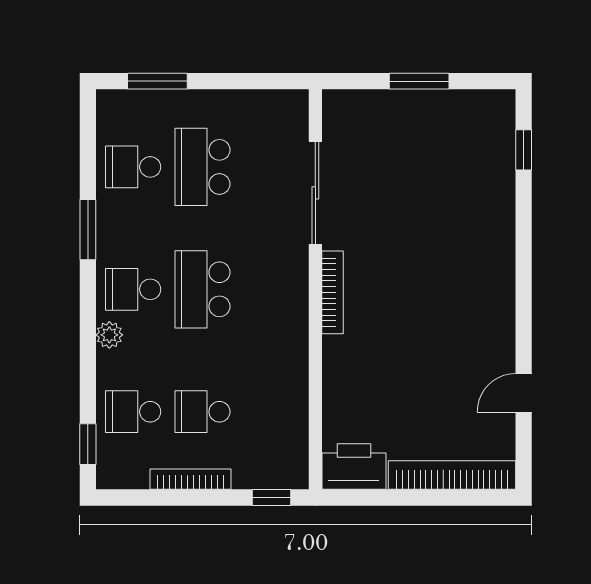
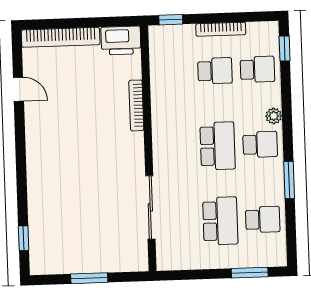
bookcase: (333, 292) -> (136, 105), moved
door: (524, 393) -> (18, 89), hinge flipped

